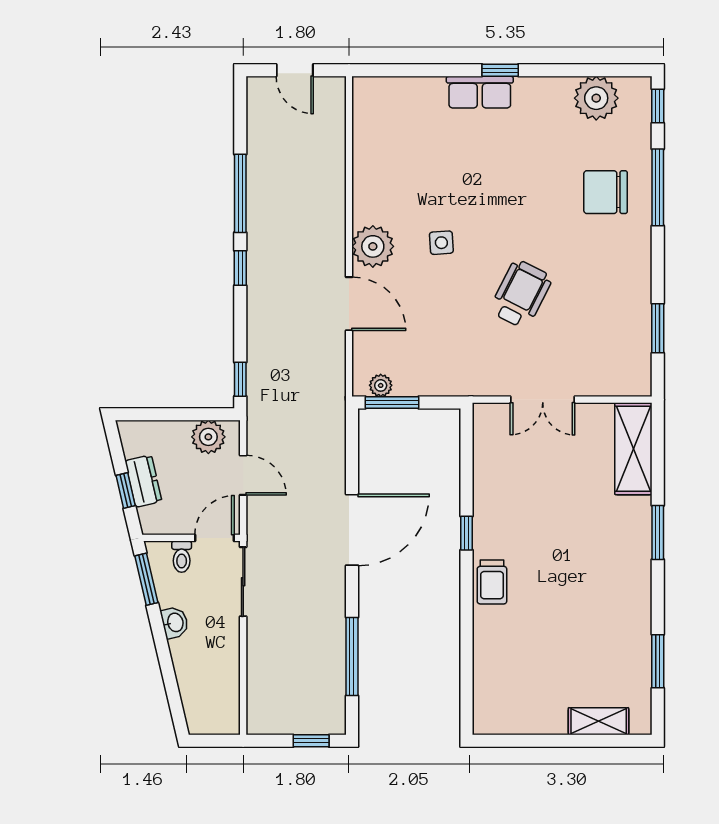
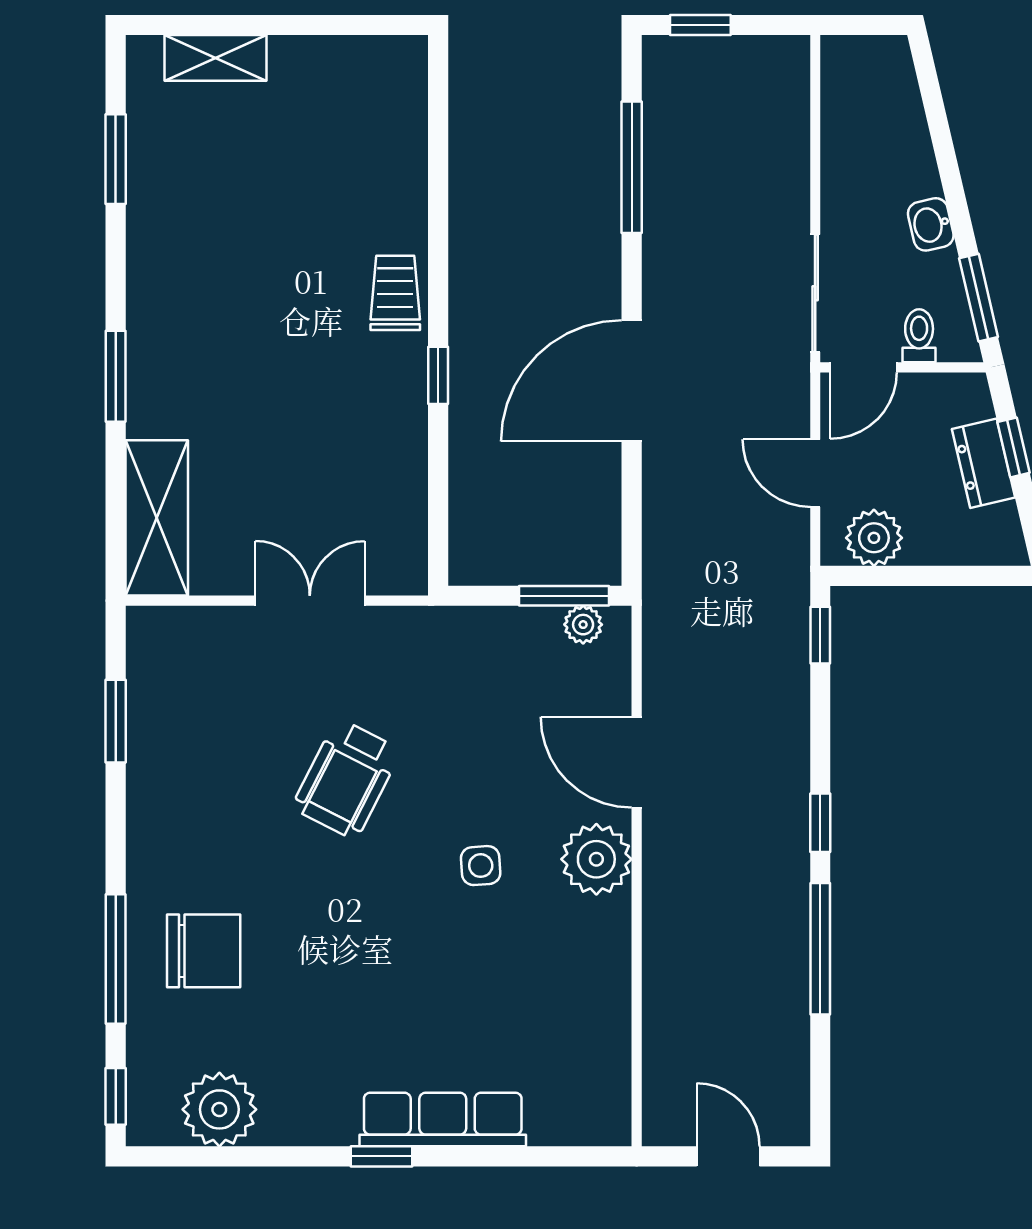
row of seats: (480, 92) -> (443, 1120), width x1.48

